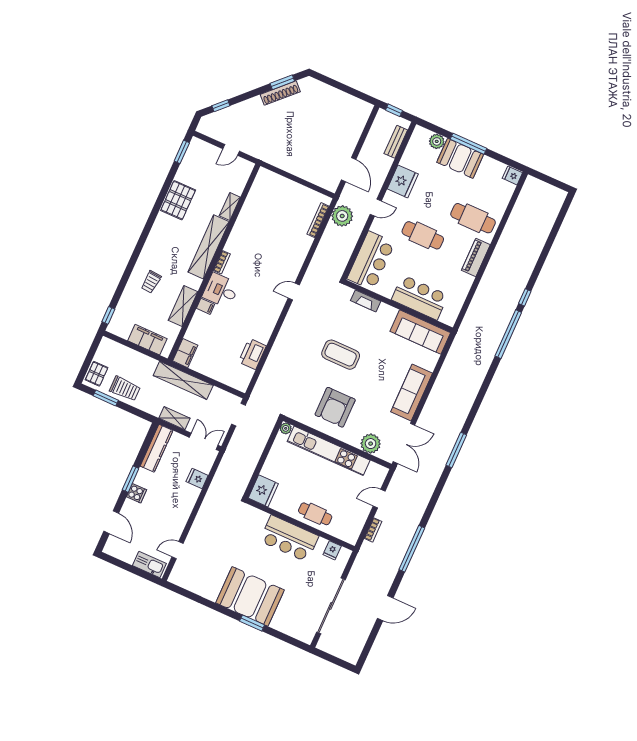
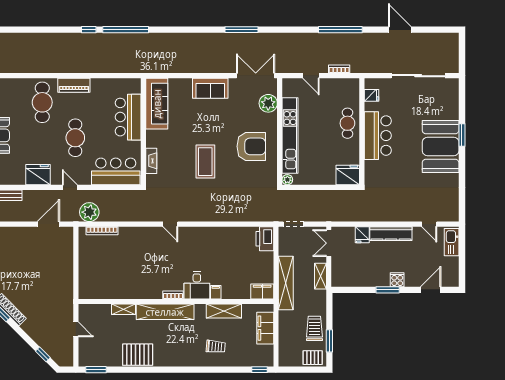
printer: (252, 354) -> (265, 239), moved, turned 90
sofa: (412, 392) -> (210, 88), width x0.73
kitchen counter: (157, 448) -> (391, 234), moved, turned 180

